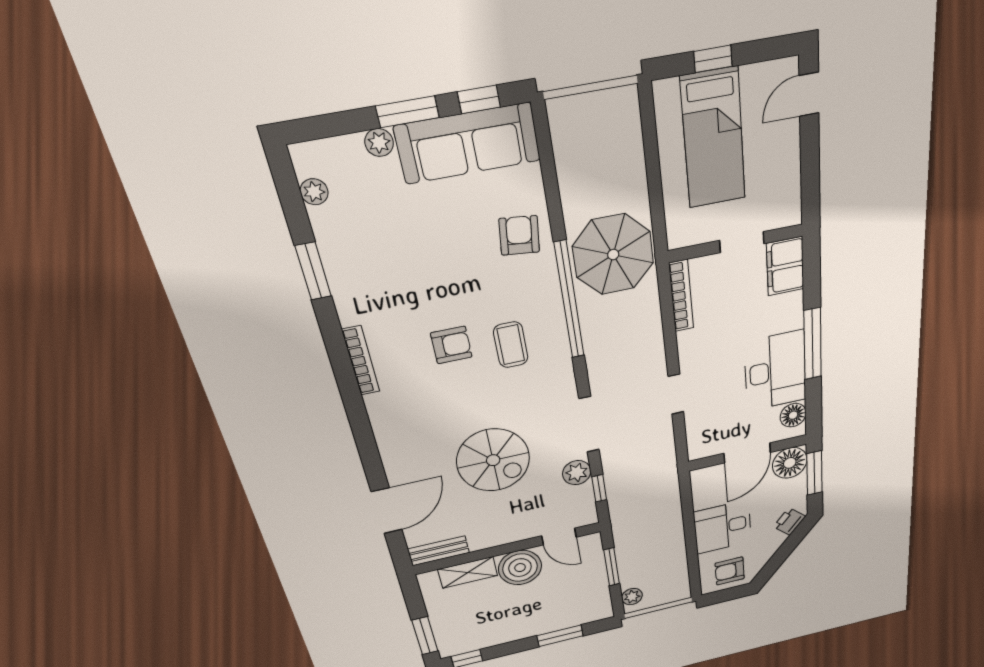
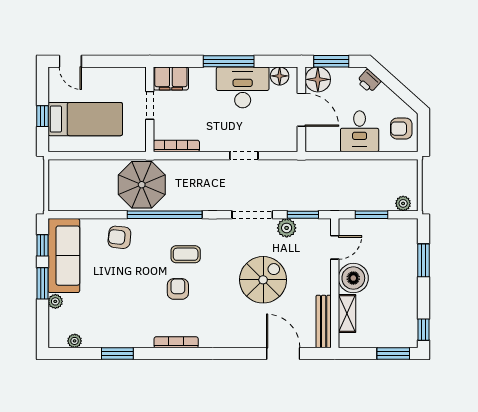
window: (599, 488) -> (303, 215), width x1.50
bench: (439, 551) -> (324, 322), width x1.36
armchair: (730, 571) -> (401, 129), turned 90

